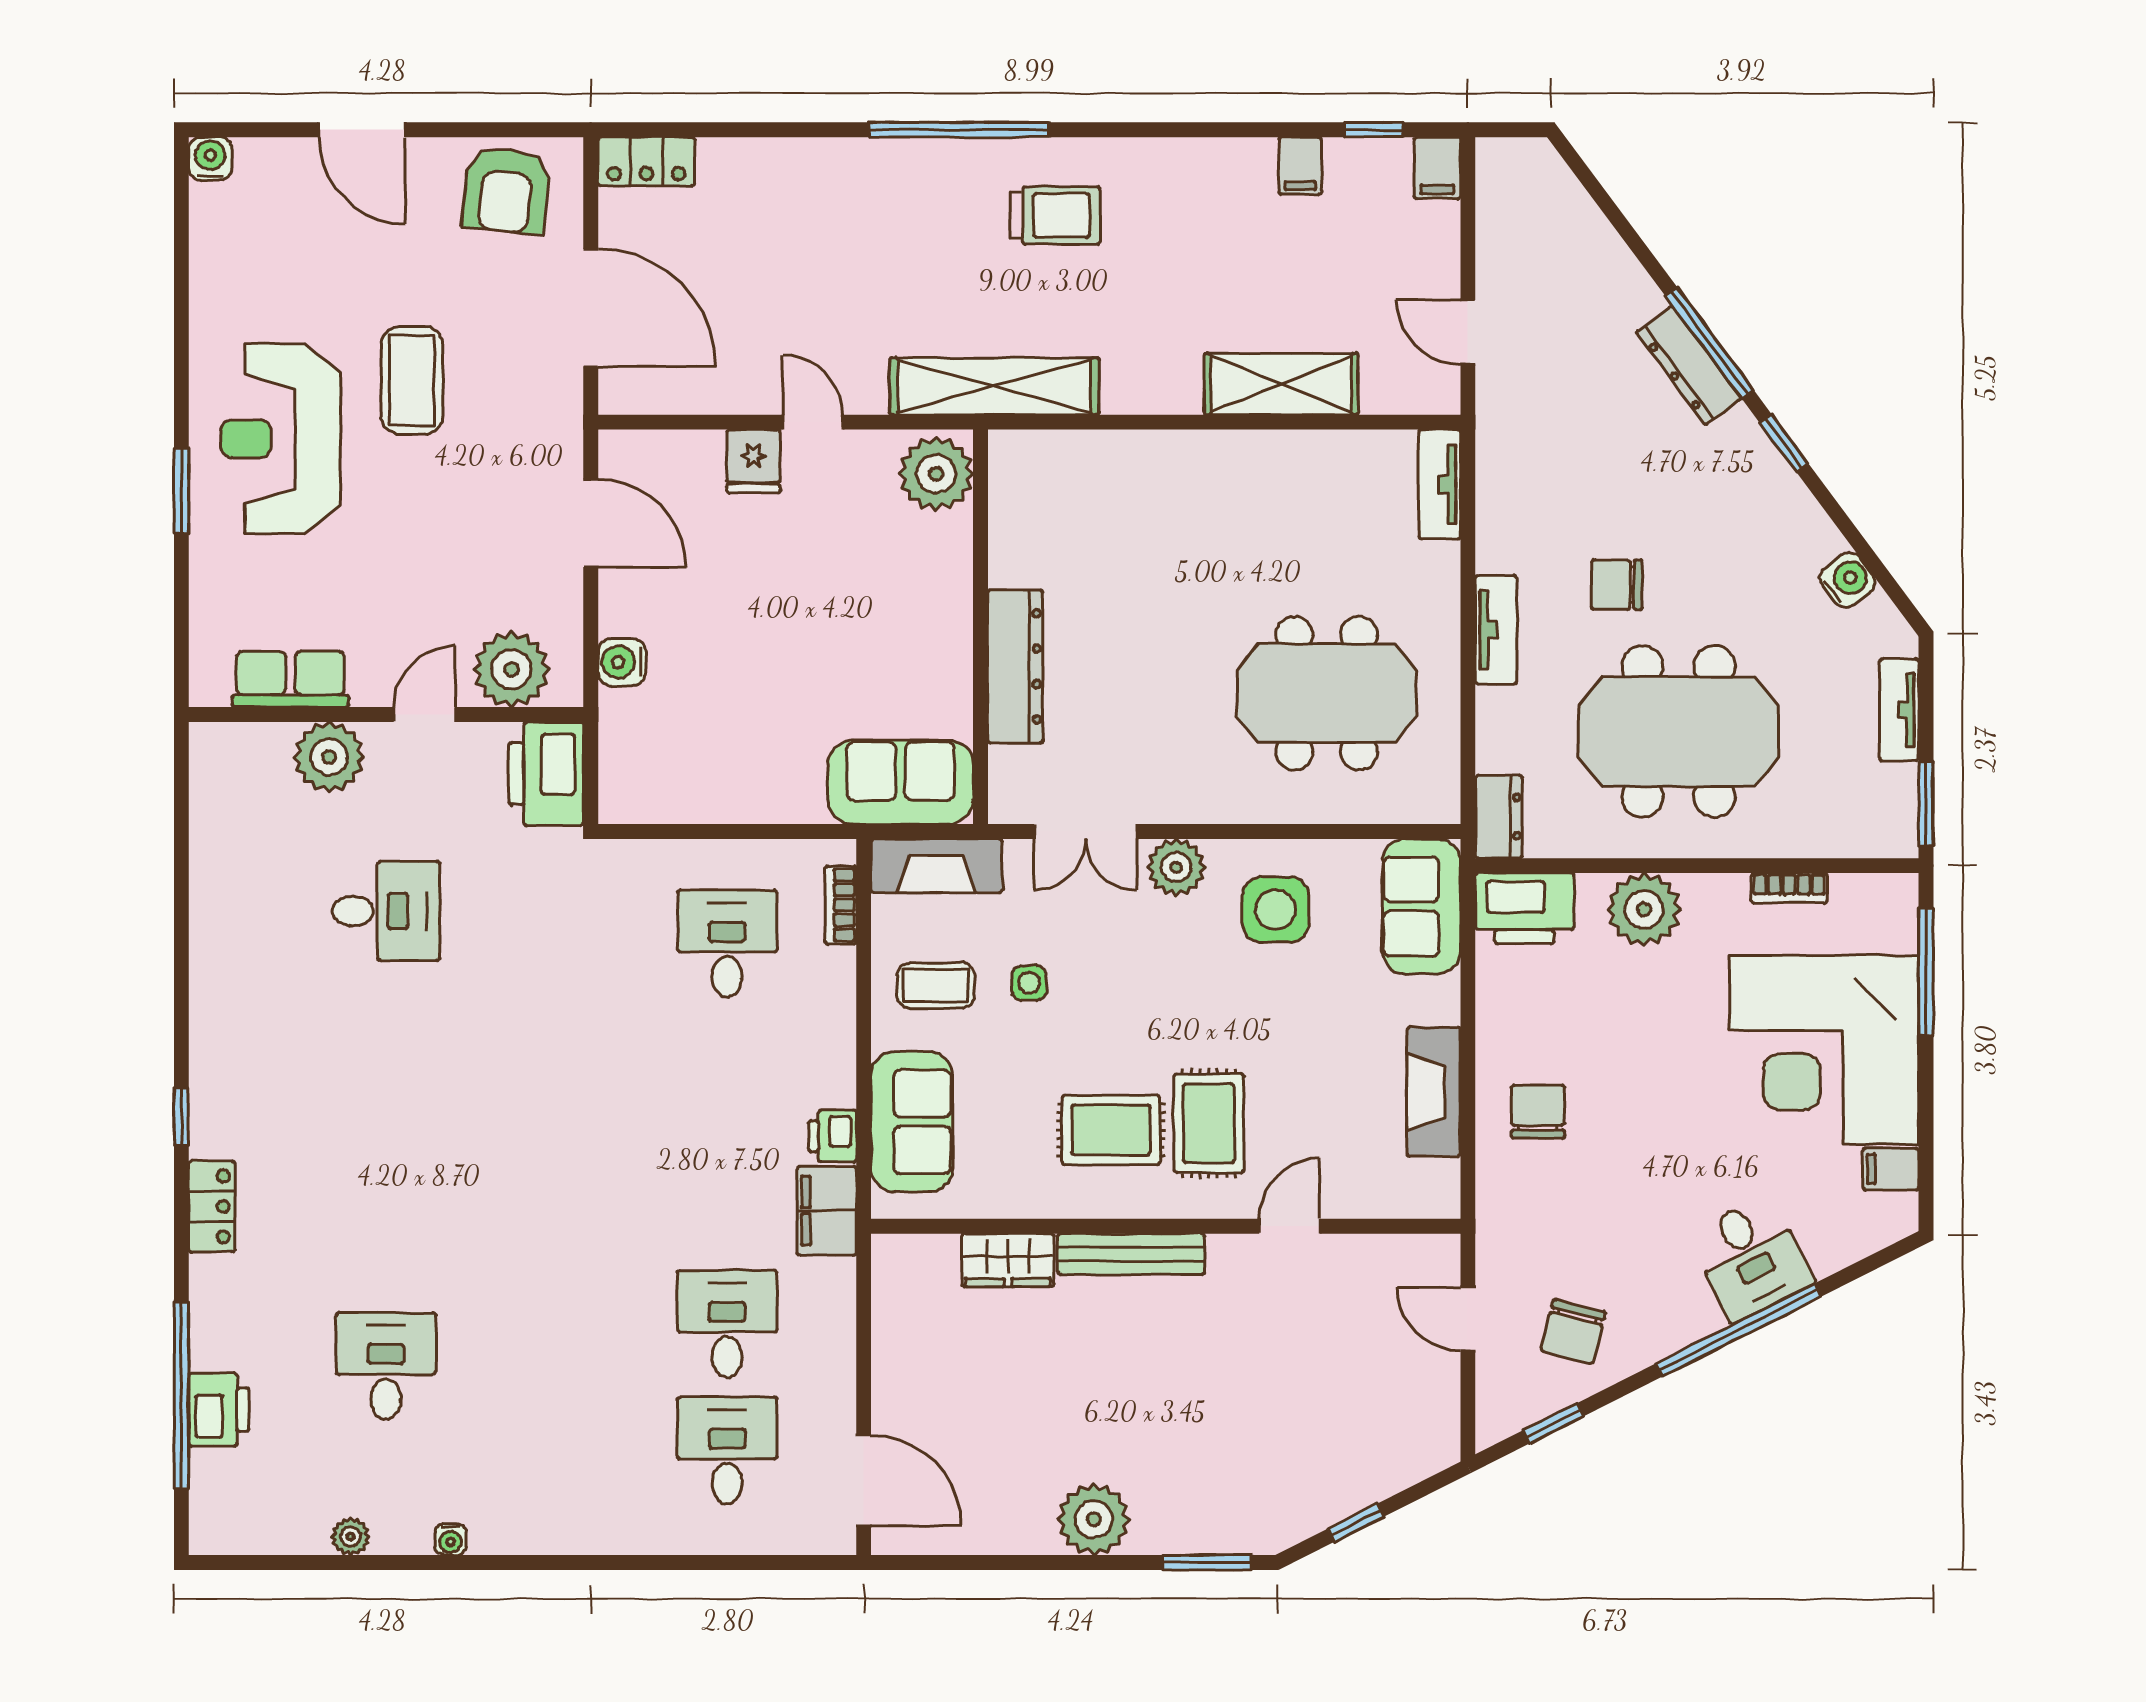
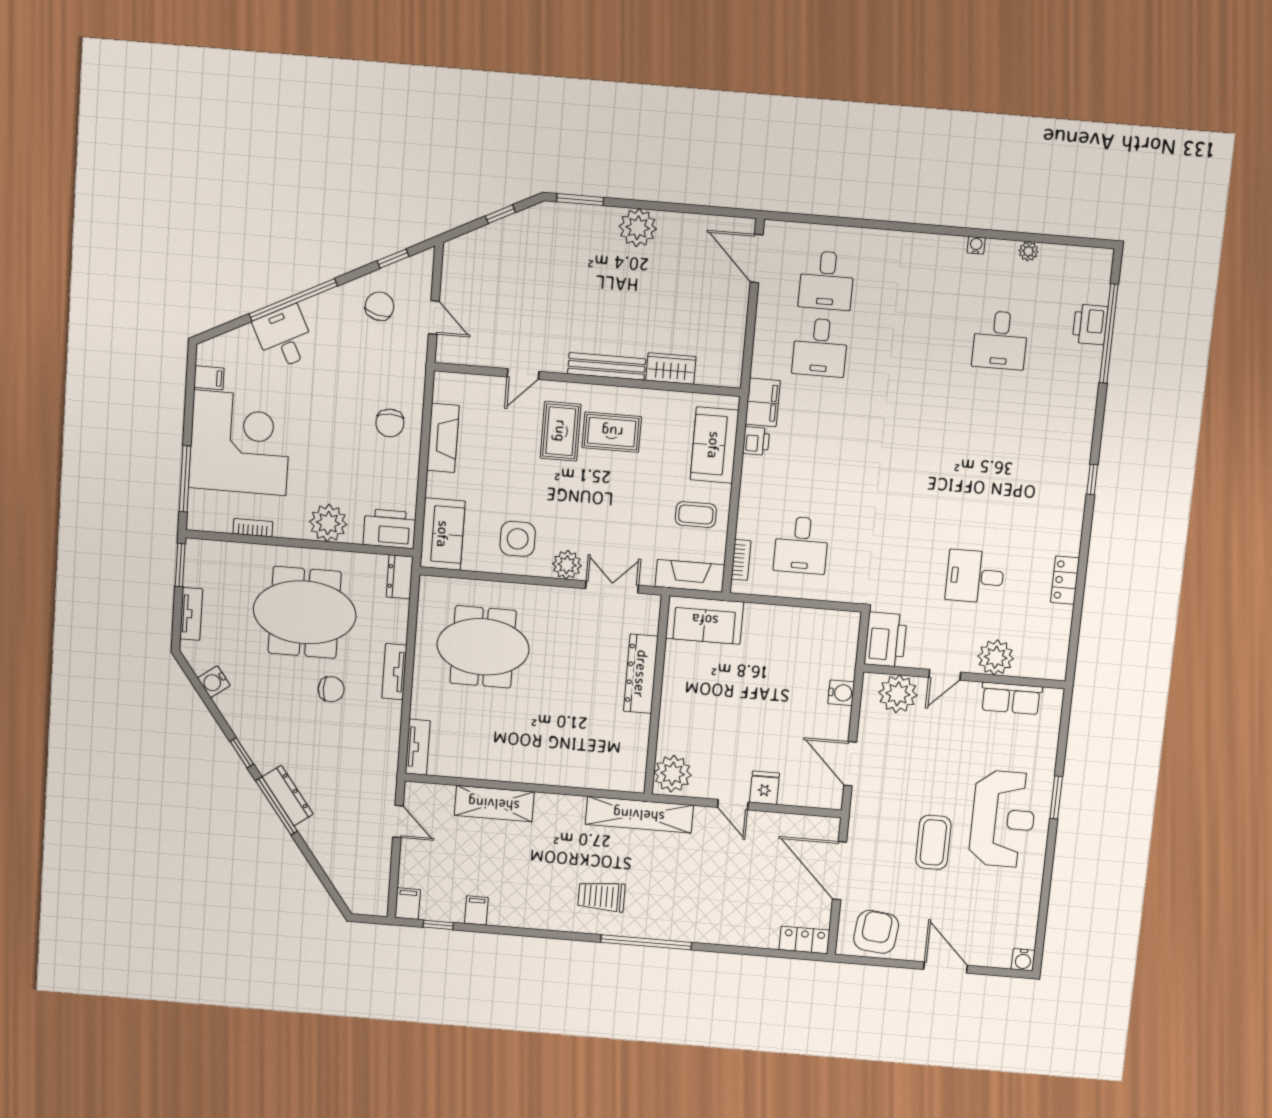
side table: (1029, 983) -> (648, 512), removed
locker: (212, 1206) -> (1065, 580), moved

